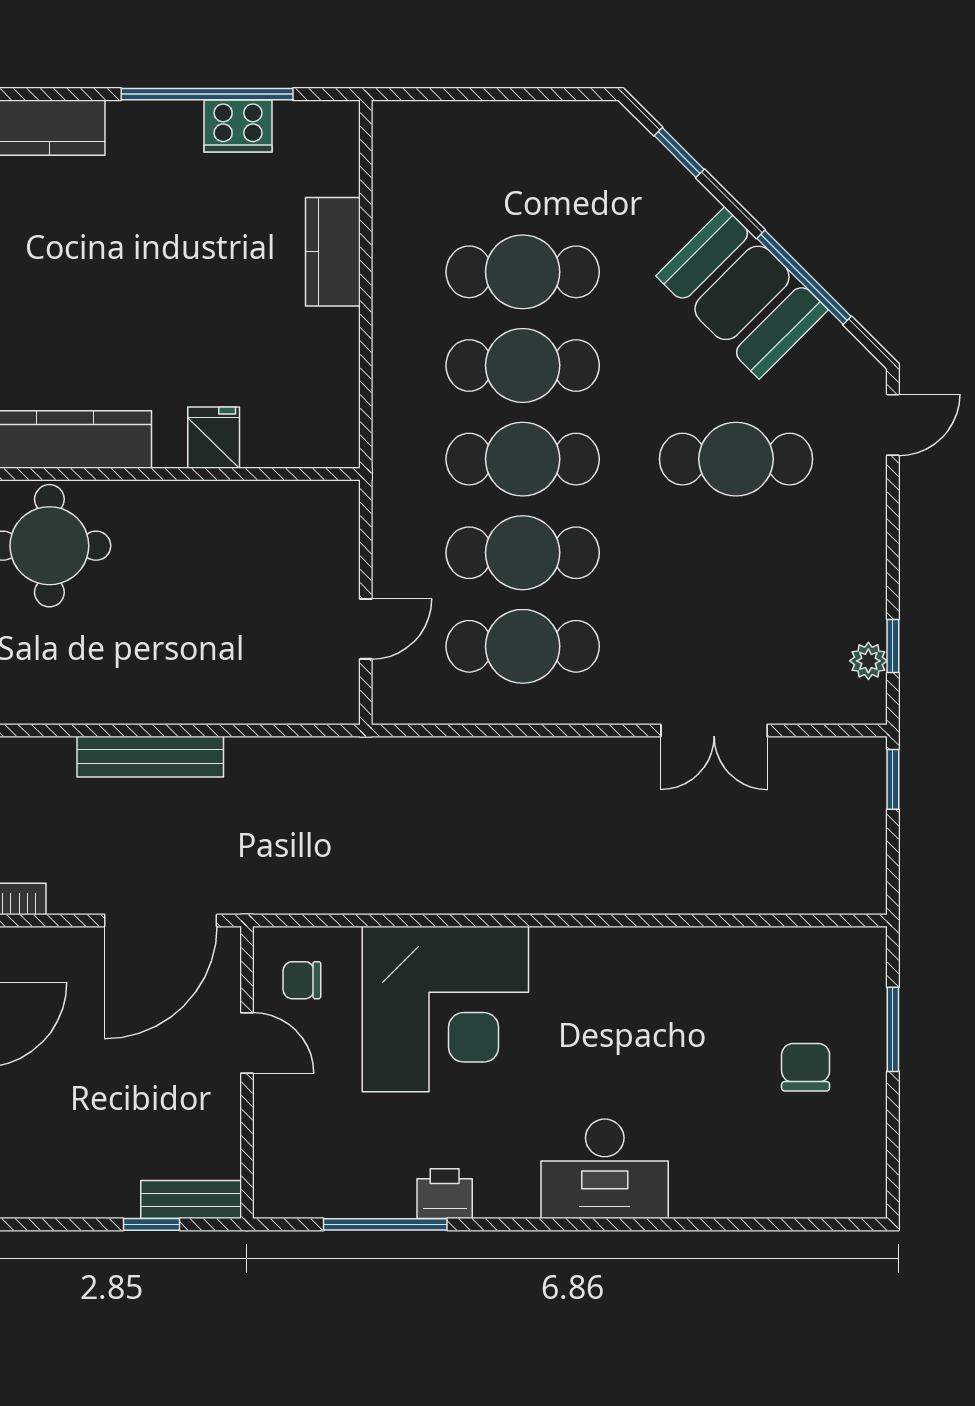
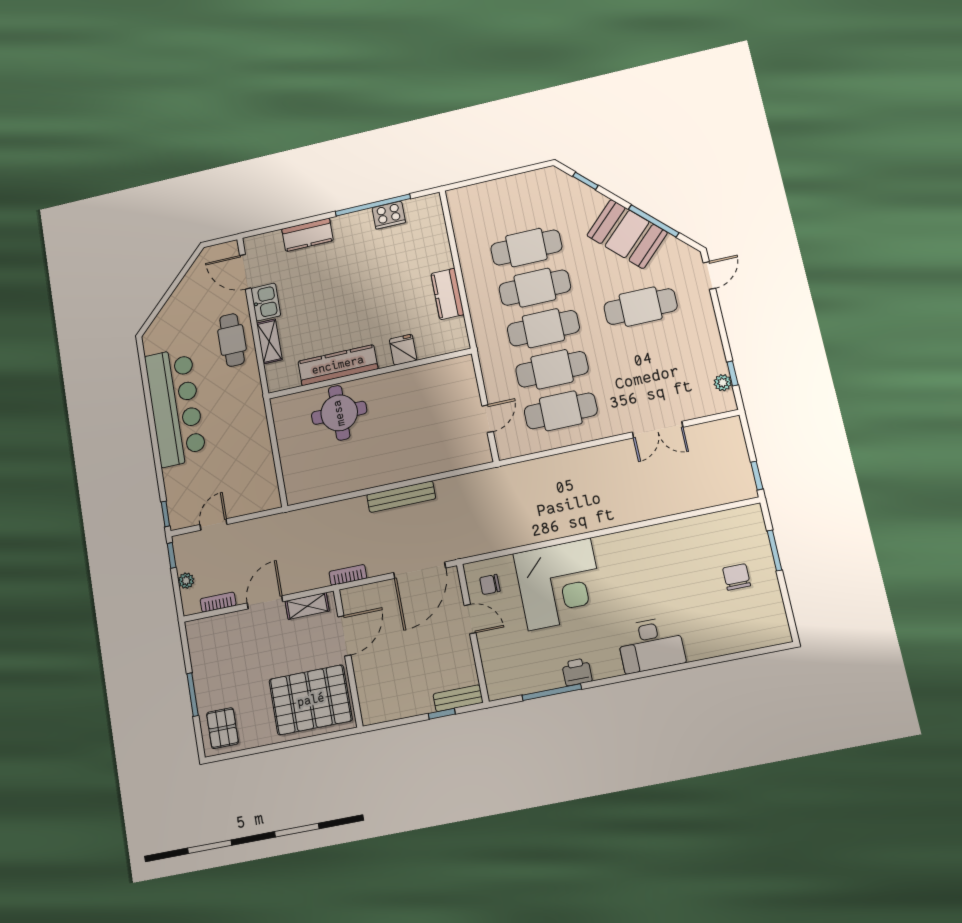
kitchen counter: (333, 252) -> (447, 294), moved
window: (893, 779) -> (757, 476), moved

